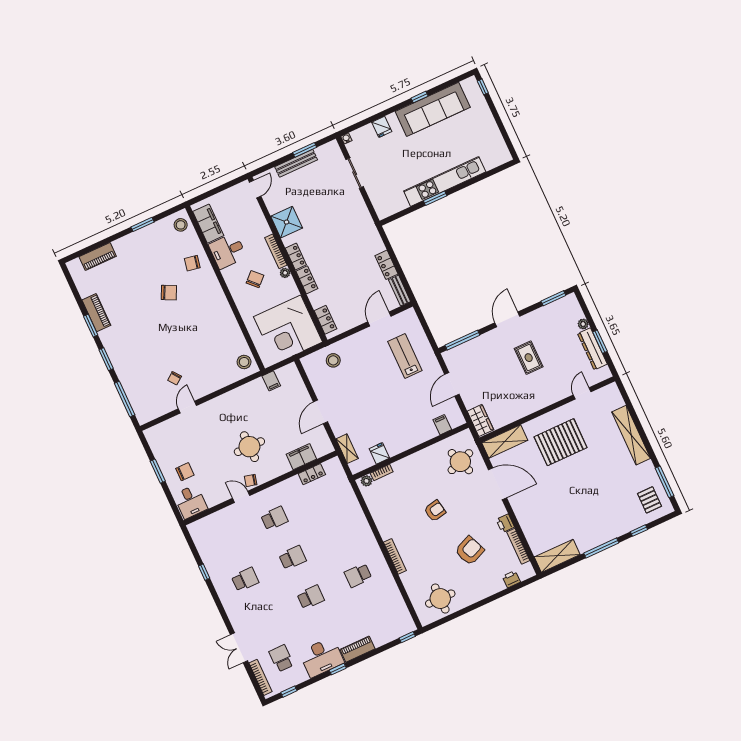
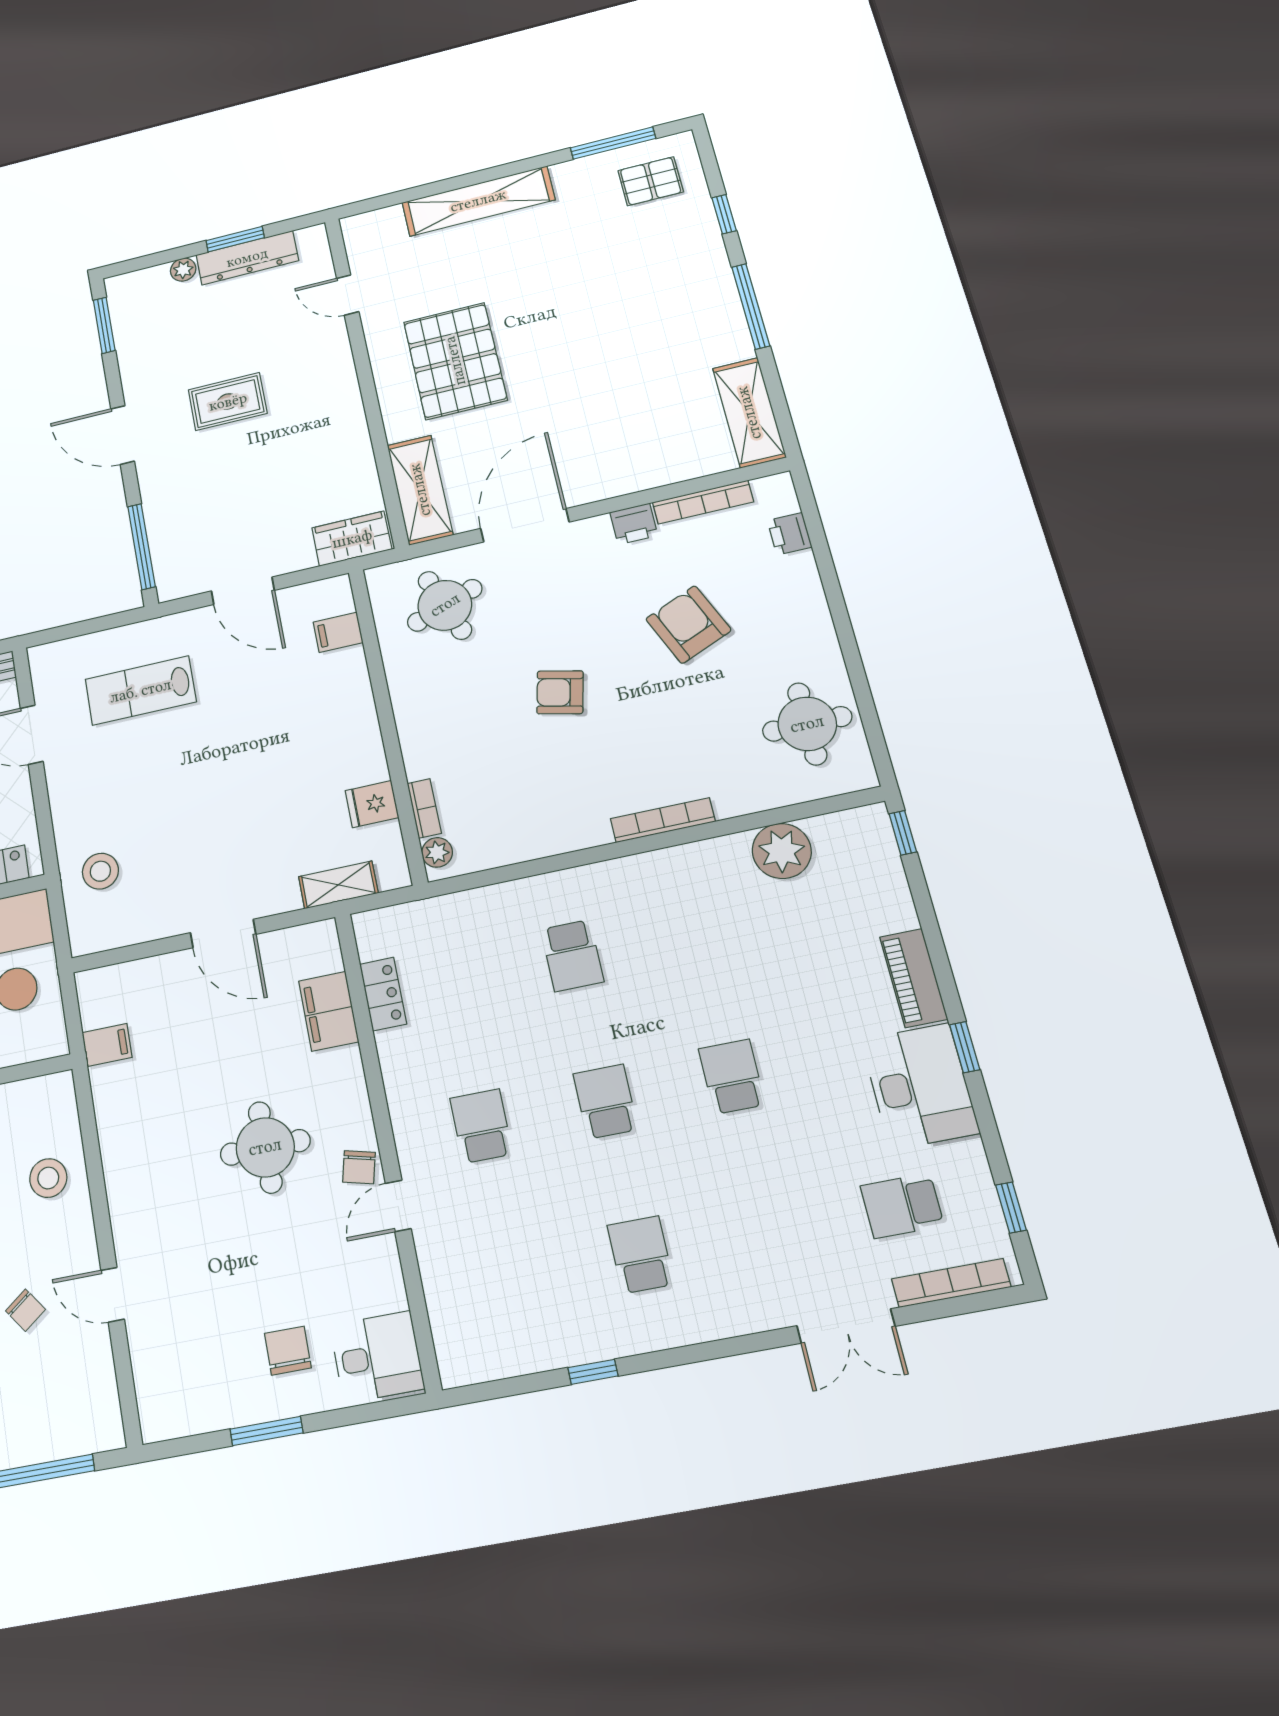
stool: (244, 362) -> (48, 1178), moved
armchair: (435, 511) -> (560, 692), turned -66
school desk: (358, 575) -> (572, 956), moved
plant: (392, 599) -> (782, 851), added

